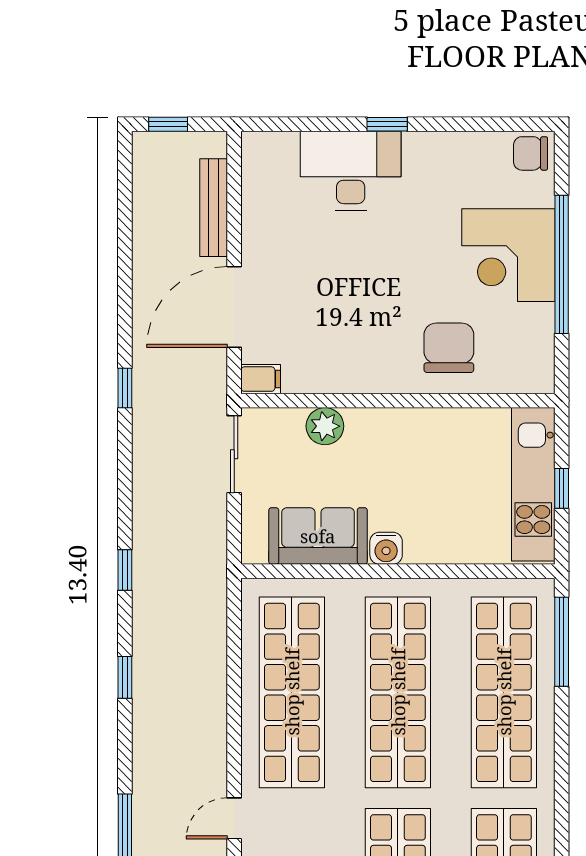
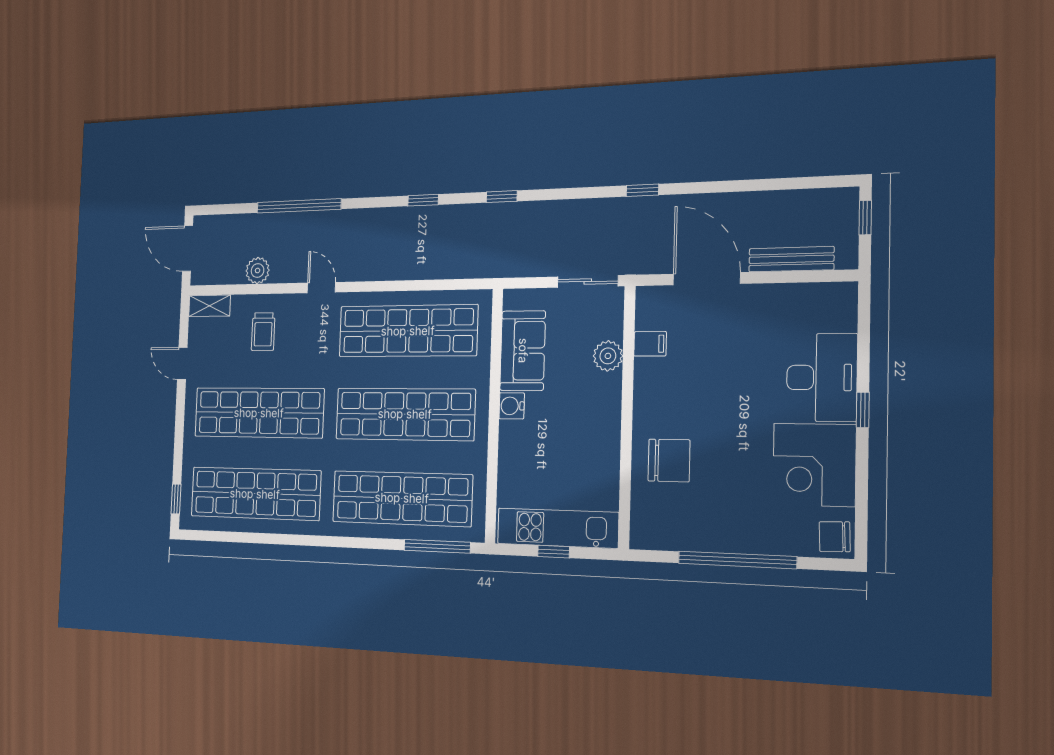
chair: (531, 153) -> (835, 537), turned -92
corner desk: (508, 255) -> (814, 465), moved, turned -90
filing cabinet: (261, 379) -> (650, 344), moved, turned -90

